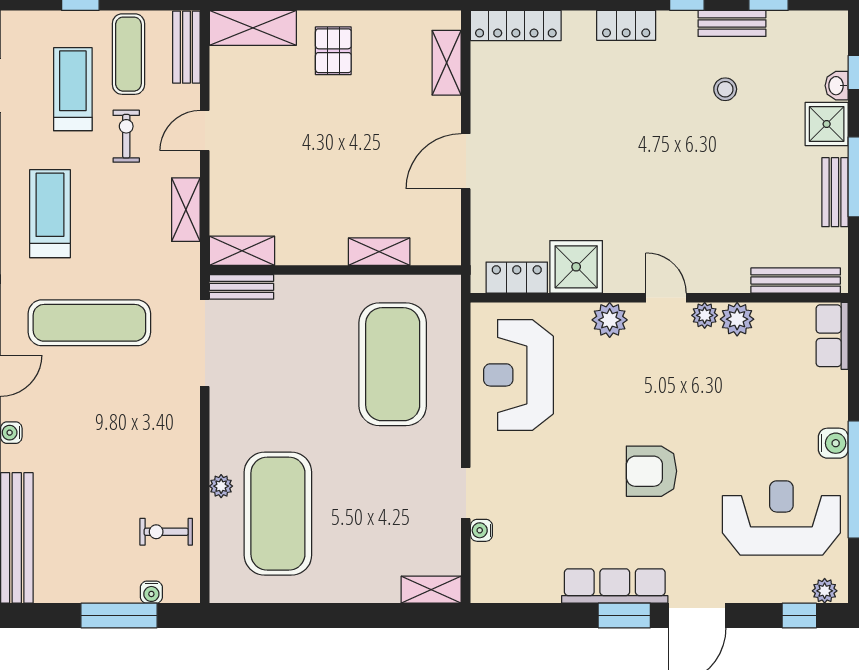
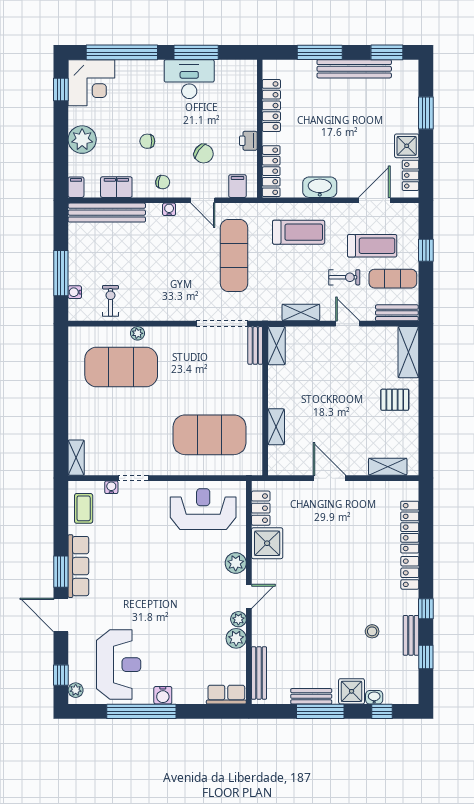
locker: (516, 26) -> (410, 527), moved
armchair: (651, 471) -> (146, 588), removed
coffee table: (517, 577) -> (84, 508), added

